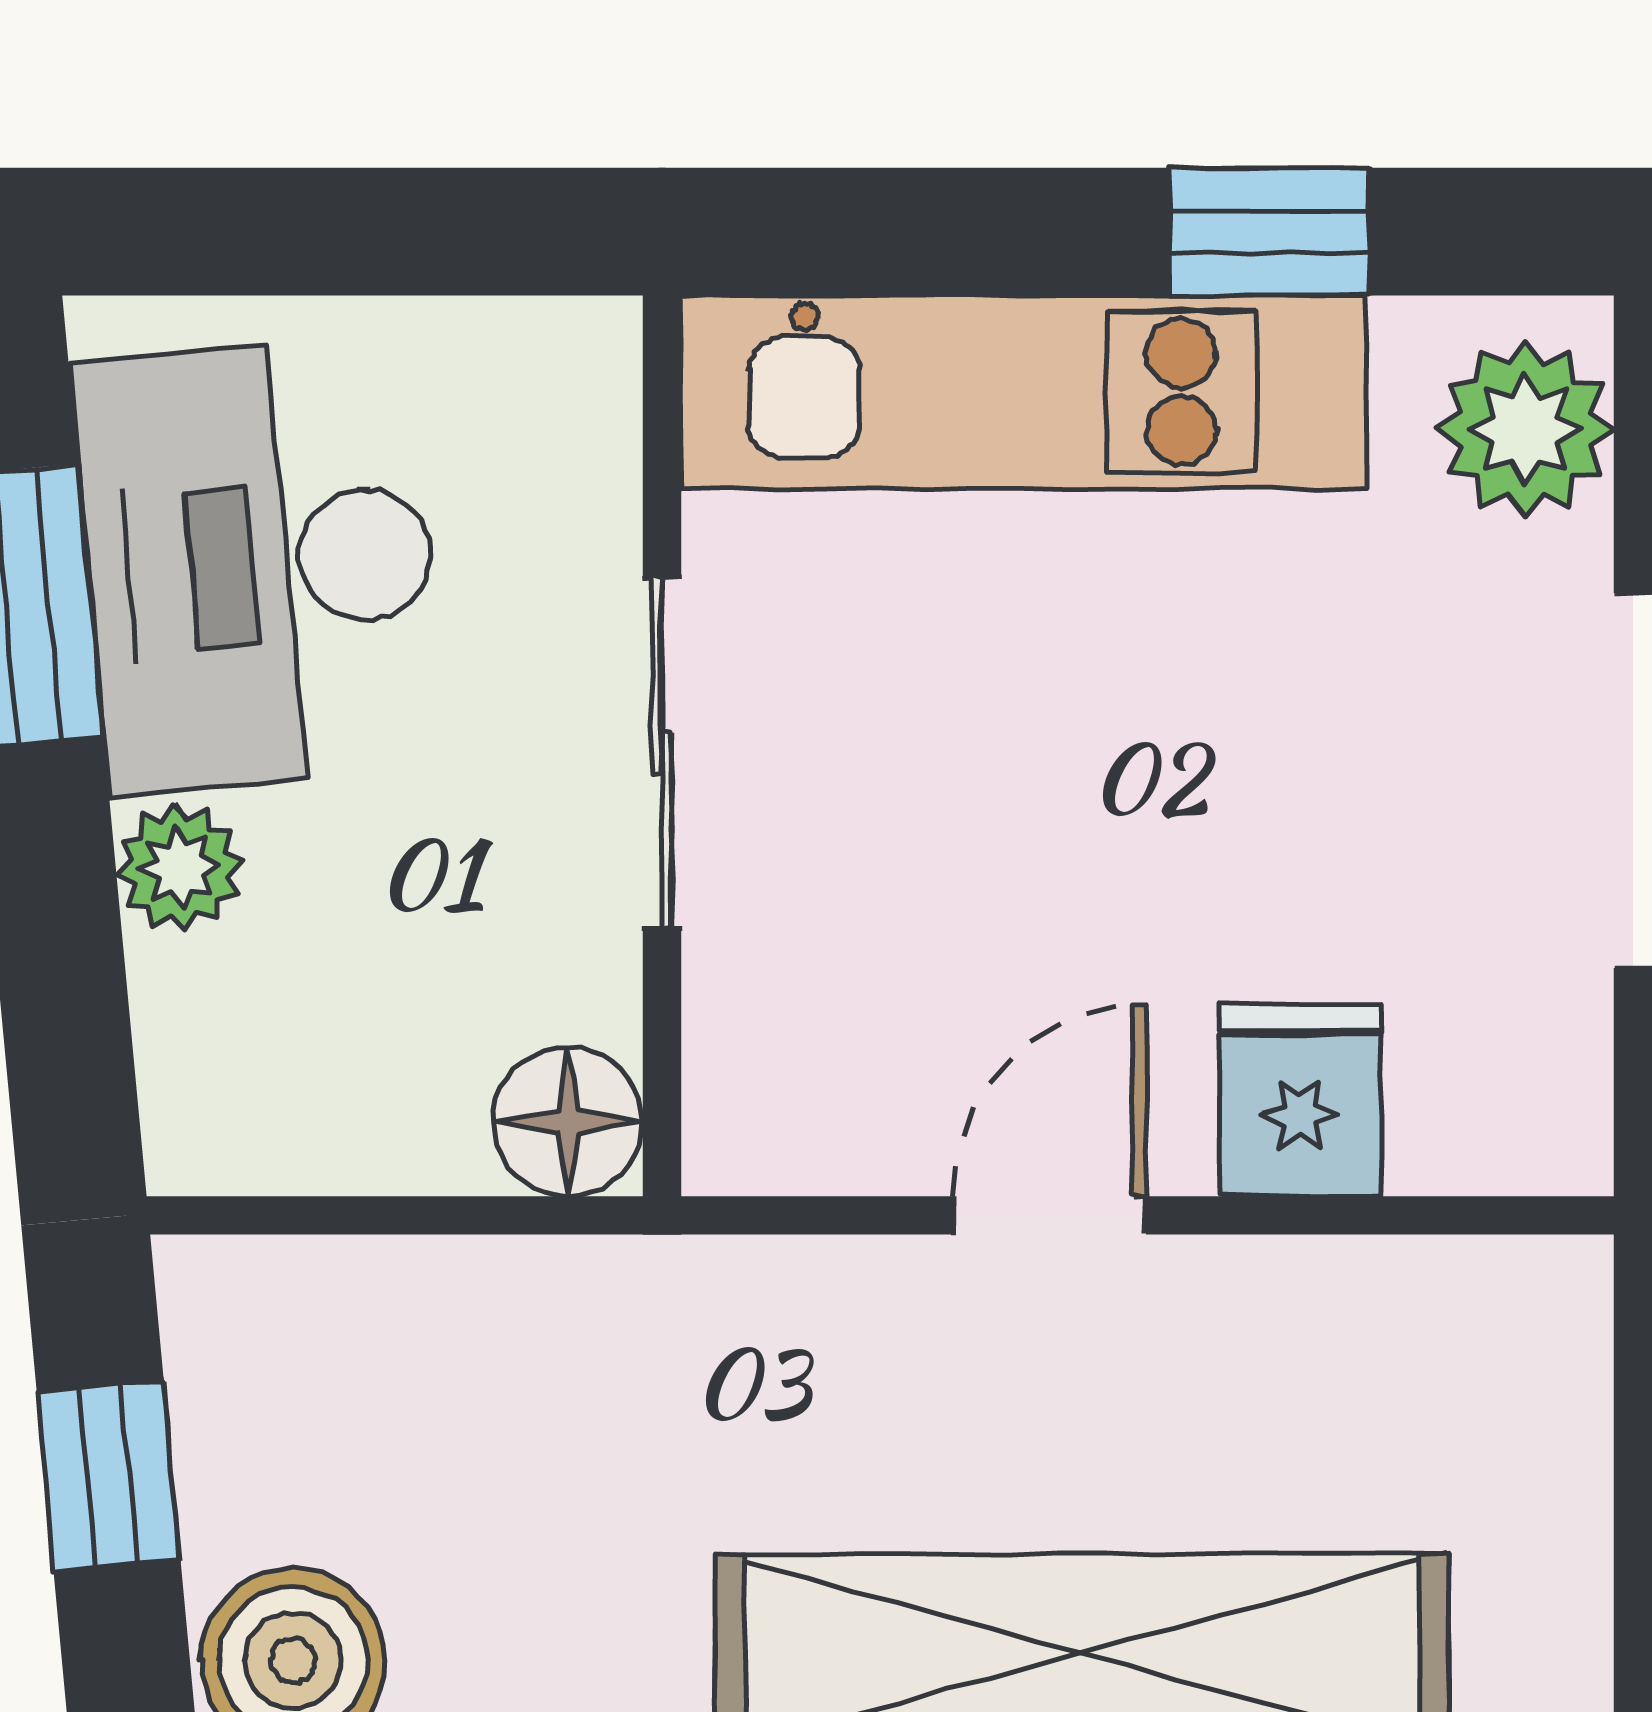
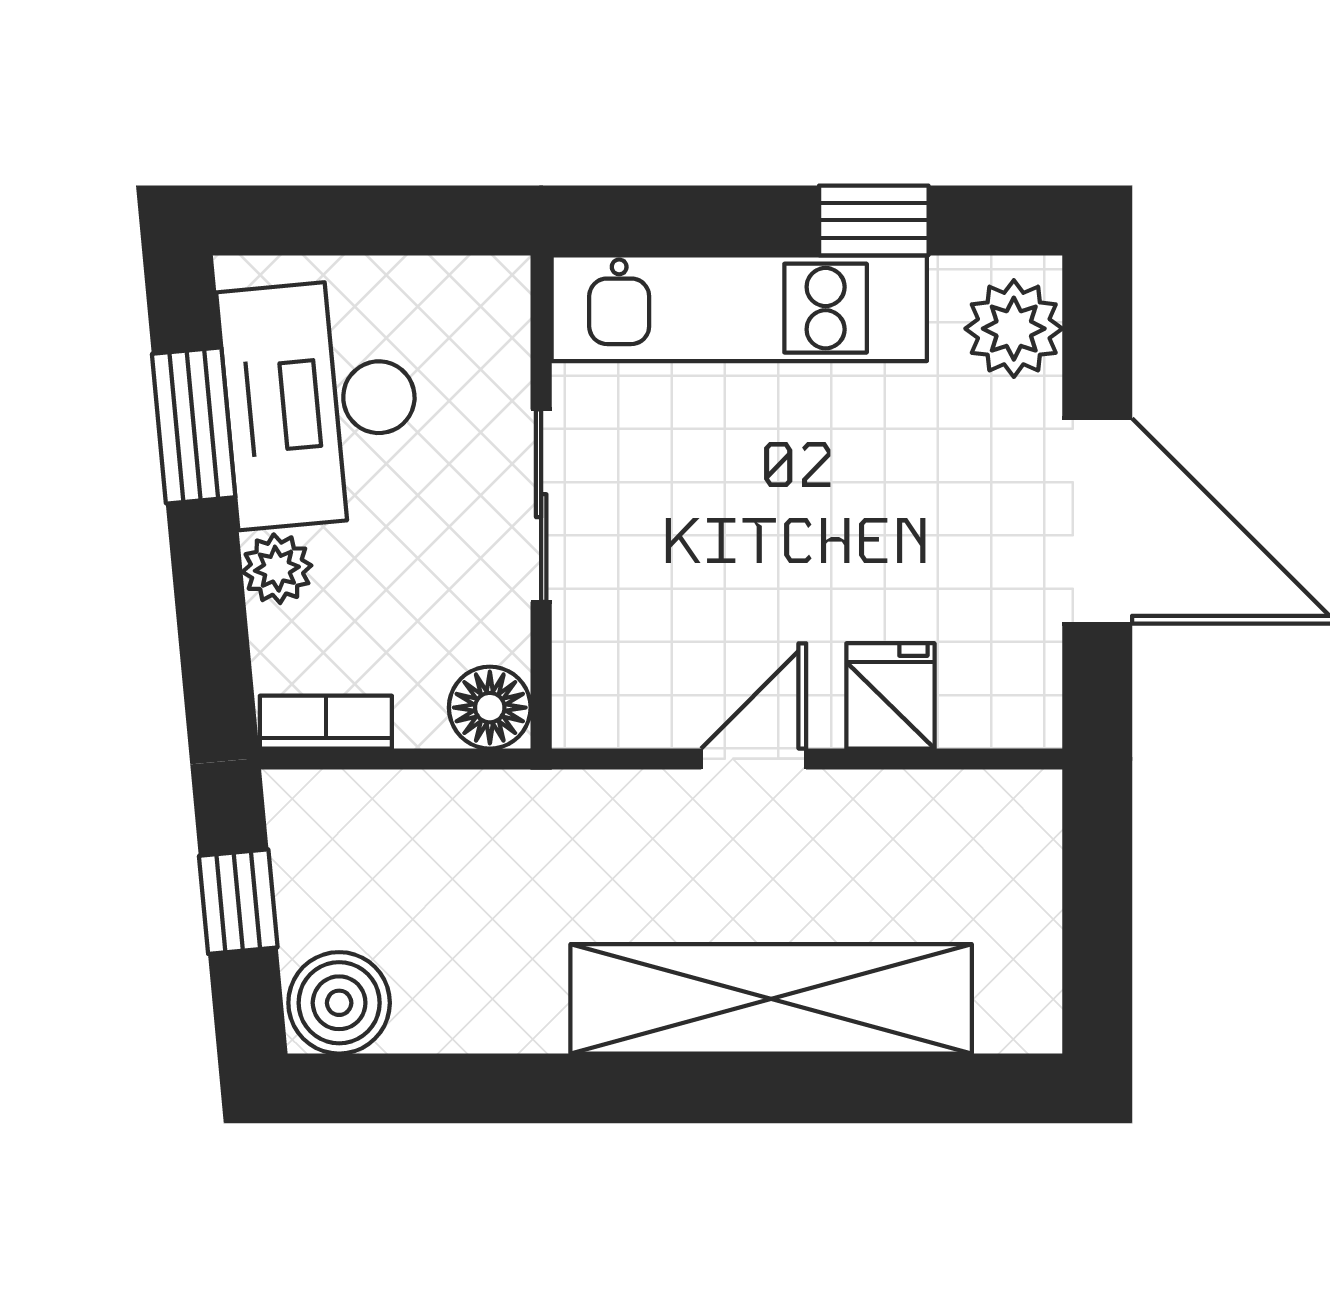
bookcase: (269, 1148) -> (326, 722), added

